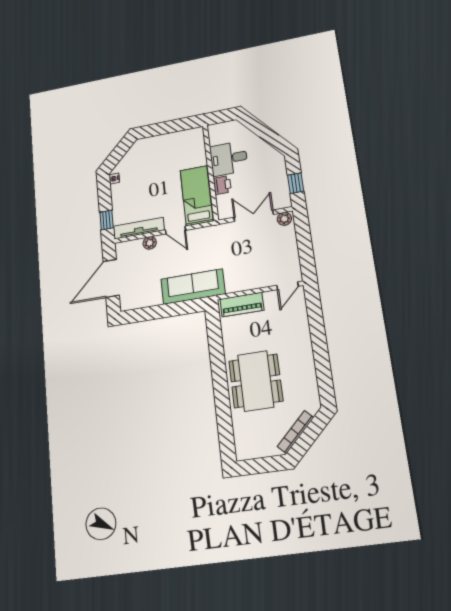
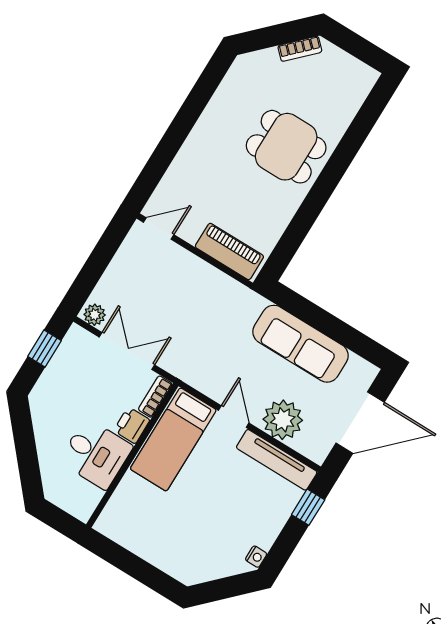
bookcase: (222, 207) -> (155, 397), added
double door: (254, 216) -> (127, 351), swing flipped
plant: (150, 243) -> (283, 420), width x1.87, depth x1.87
sofa: (193, 287) -> (301, 344), moved
dining table: (256, 381) -> (286, 147), width x0.73
bookcase: (295, 432) -> (300, 49), width x0.64

